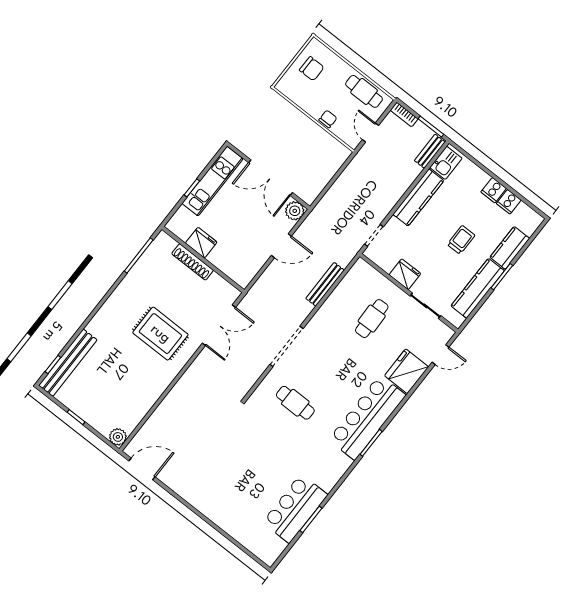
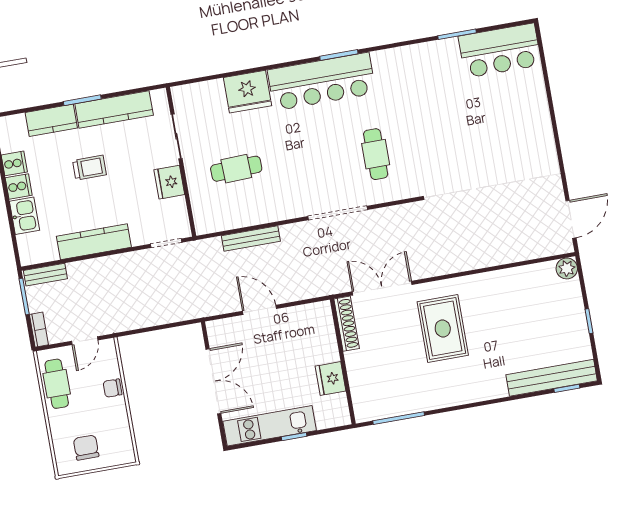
kitchen sink: (446, 163) -> (24, 216), moved, turned 90
plant: (295, 211) -> (218, 331), removed
trolley: (461, 240) -> (89, 168), turned 180
shoe rack: (193, 262) -> (347, 324), moved
door: (440, 355) -> (203, 79), removed
door: (142, 469) -> (571, 219), swing flipped
bar counter: (295, 509) -> (500, 51), moved

